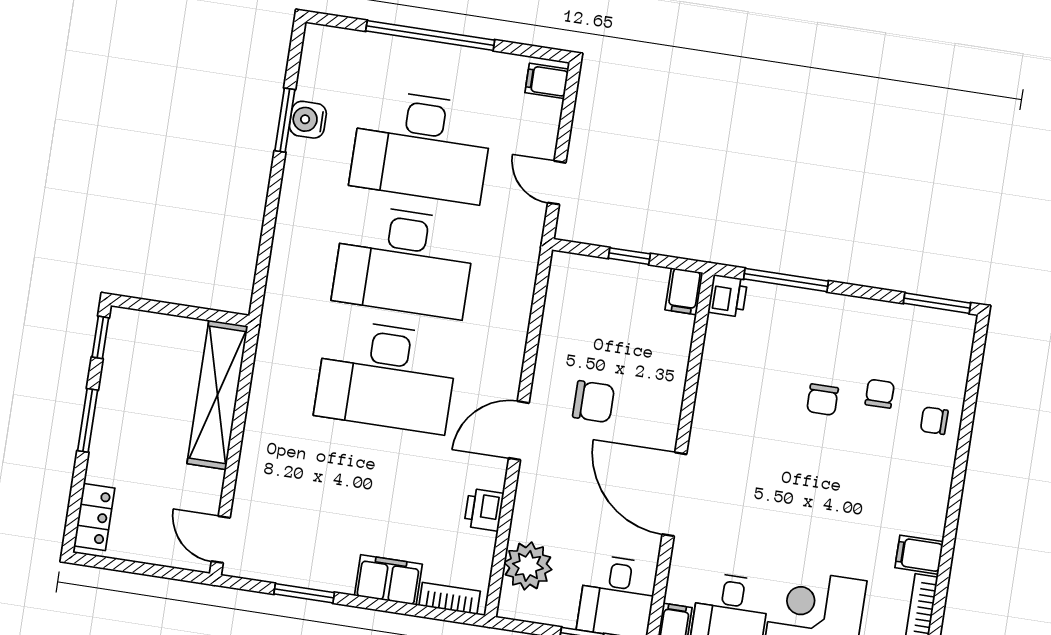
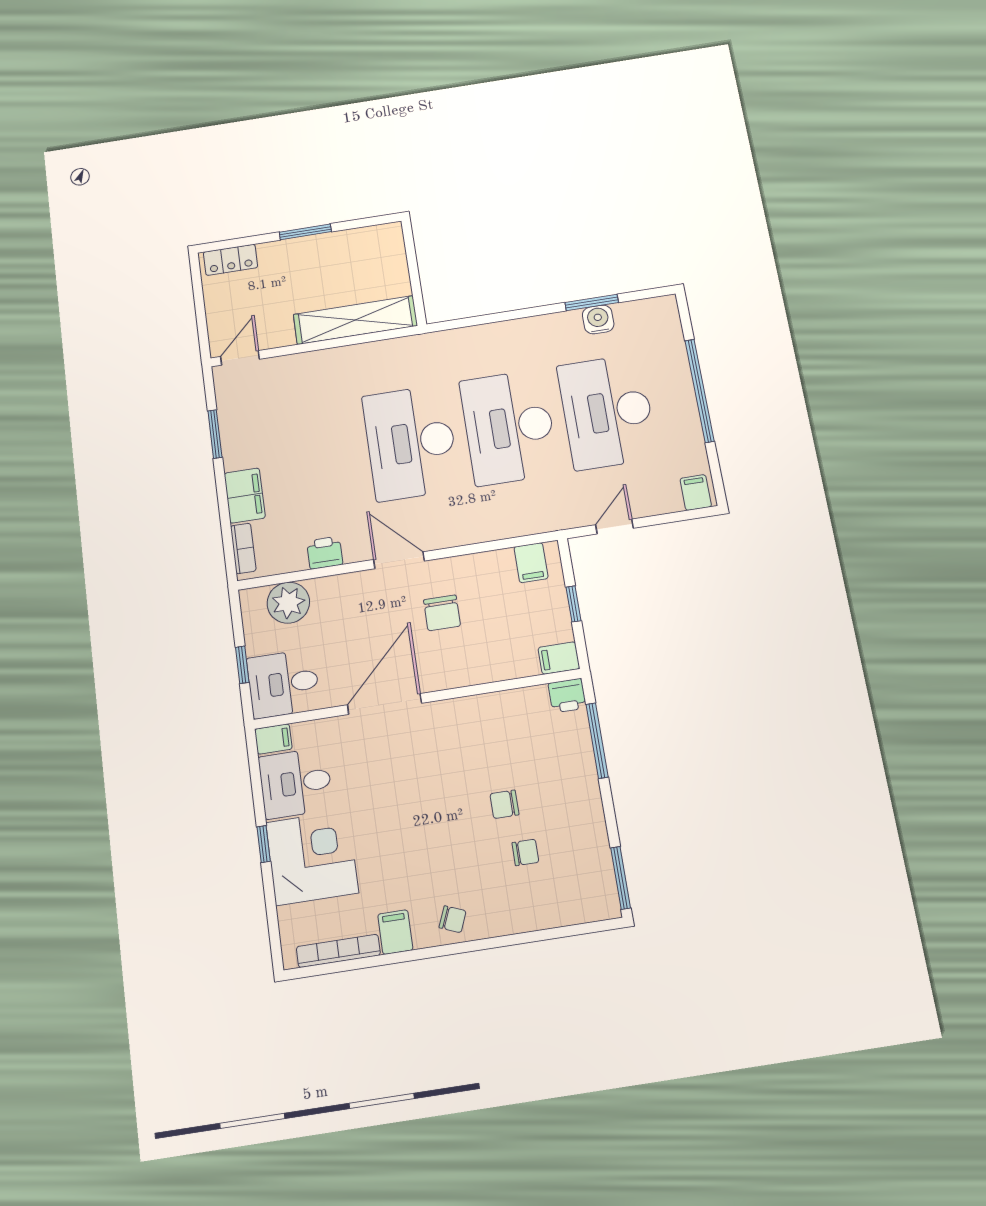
filing cabinet: (568, 287) -> (531, 563), added
window: (100, 337) -> (374, 221), removed
chair: (934, 421) -> (453, 919), moved, turned 112

